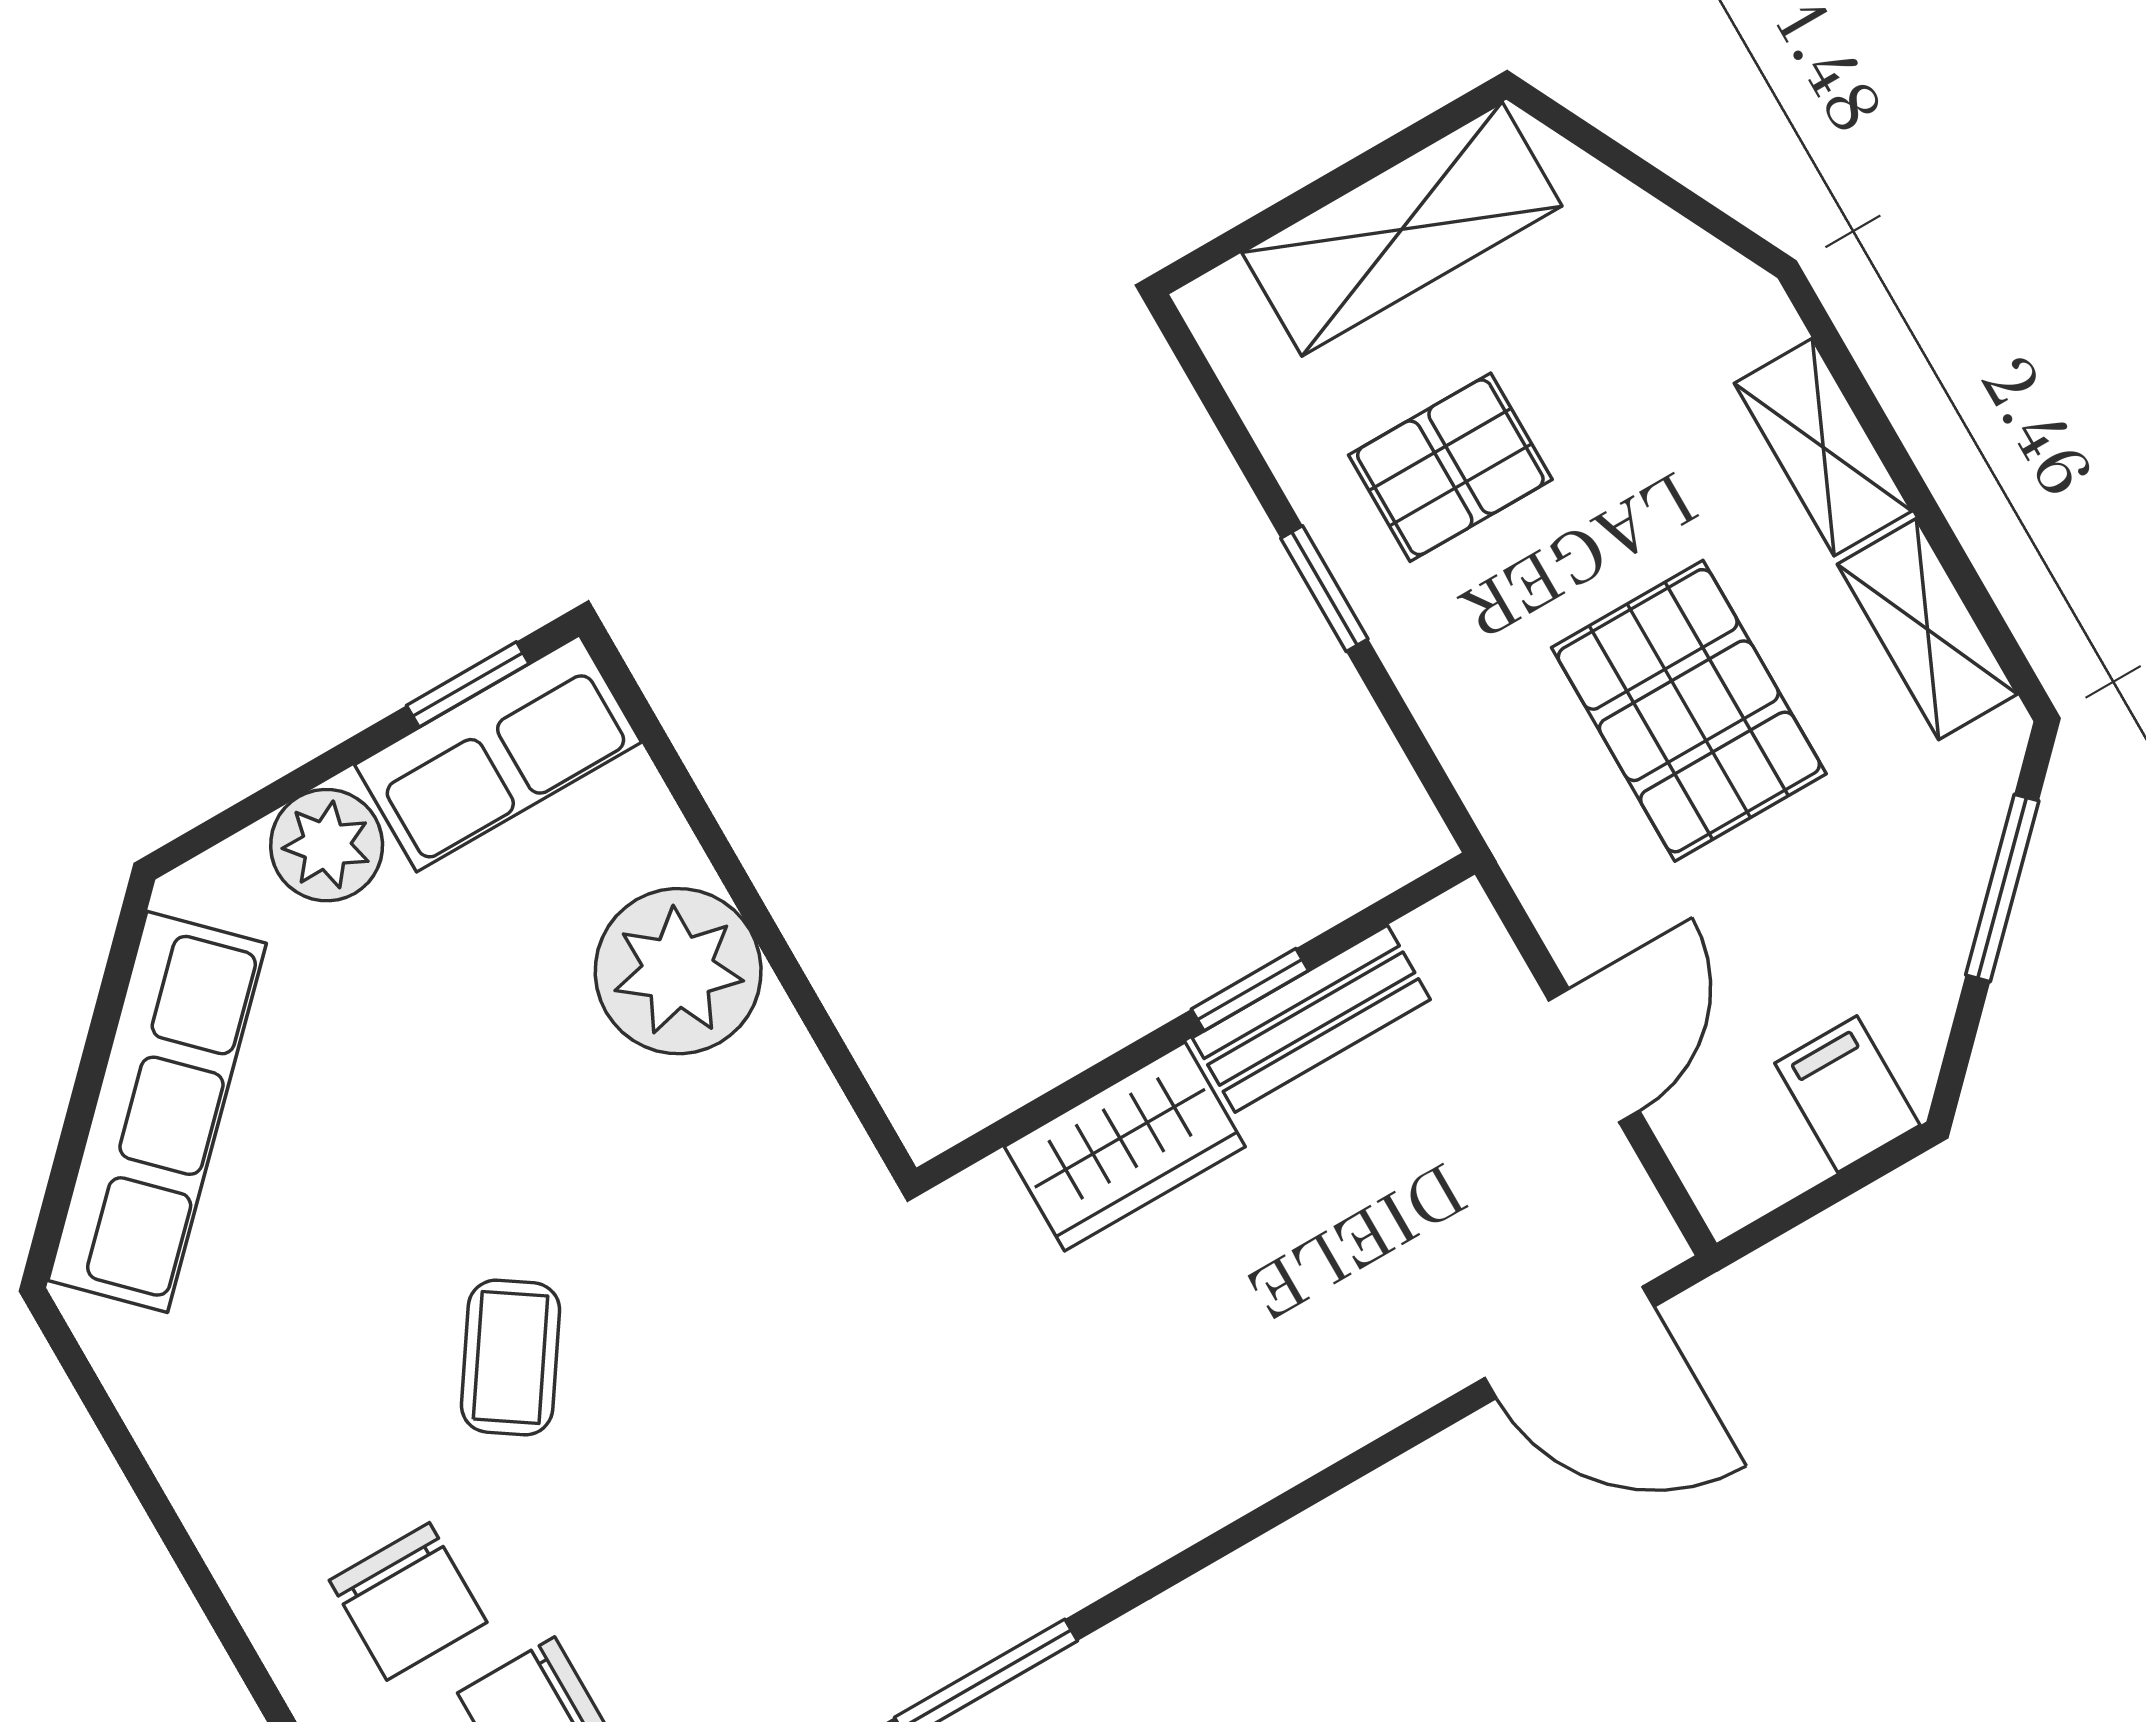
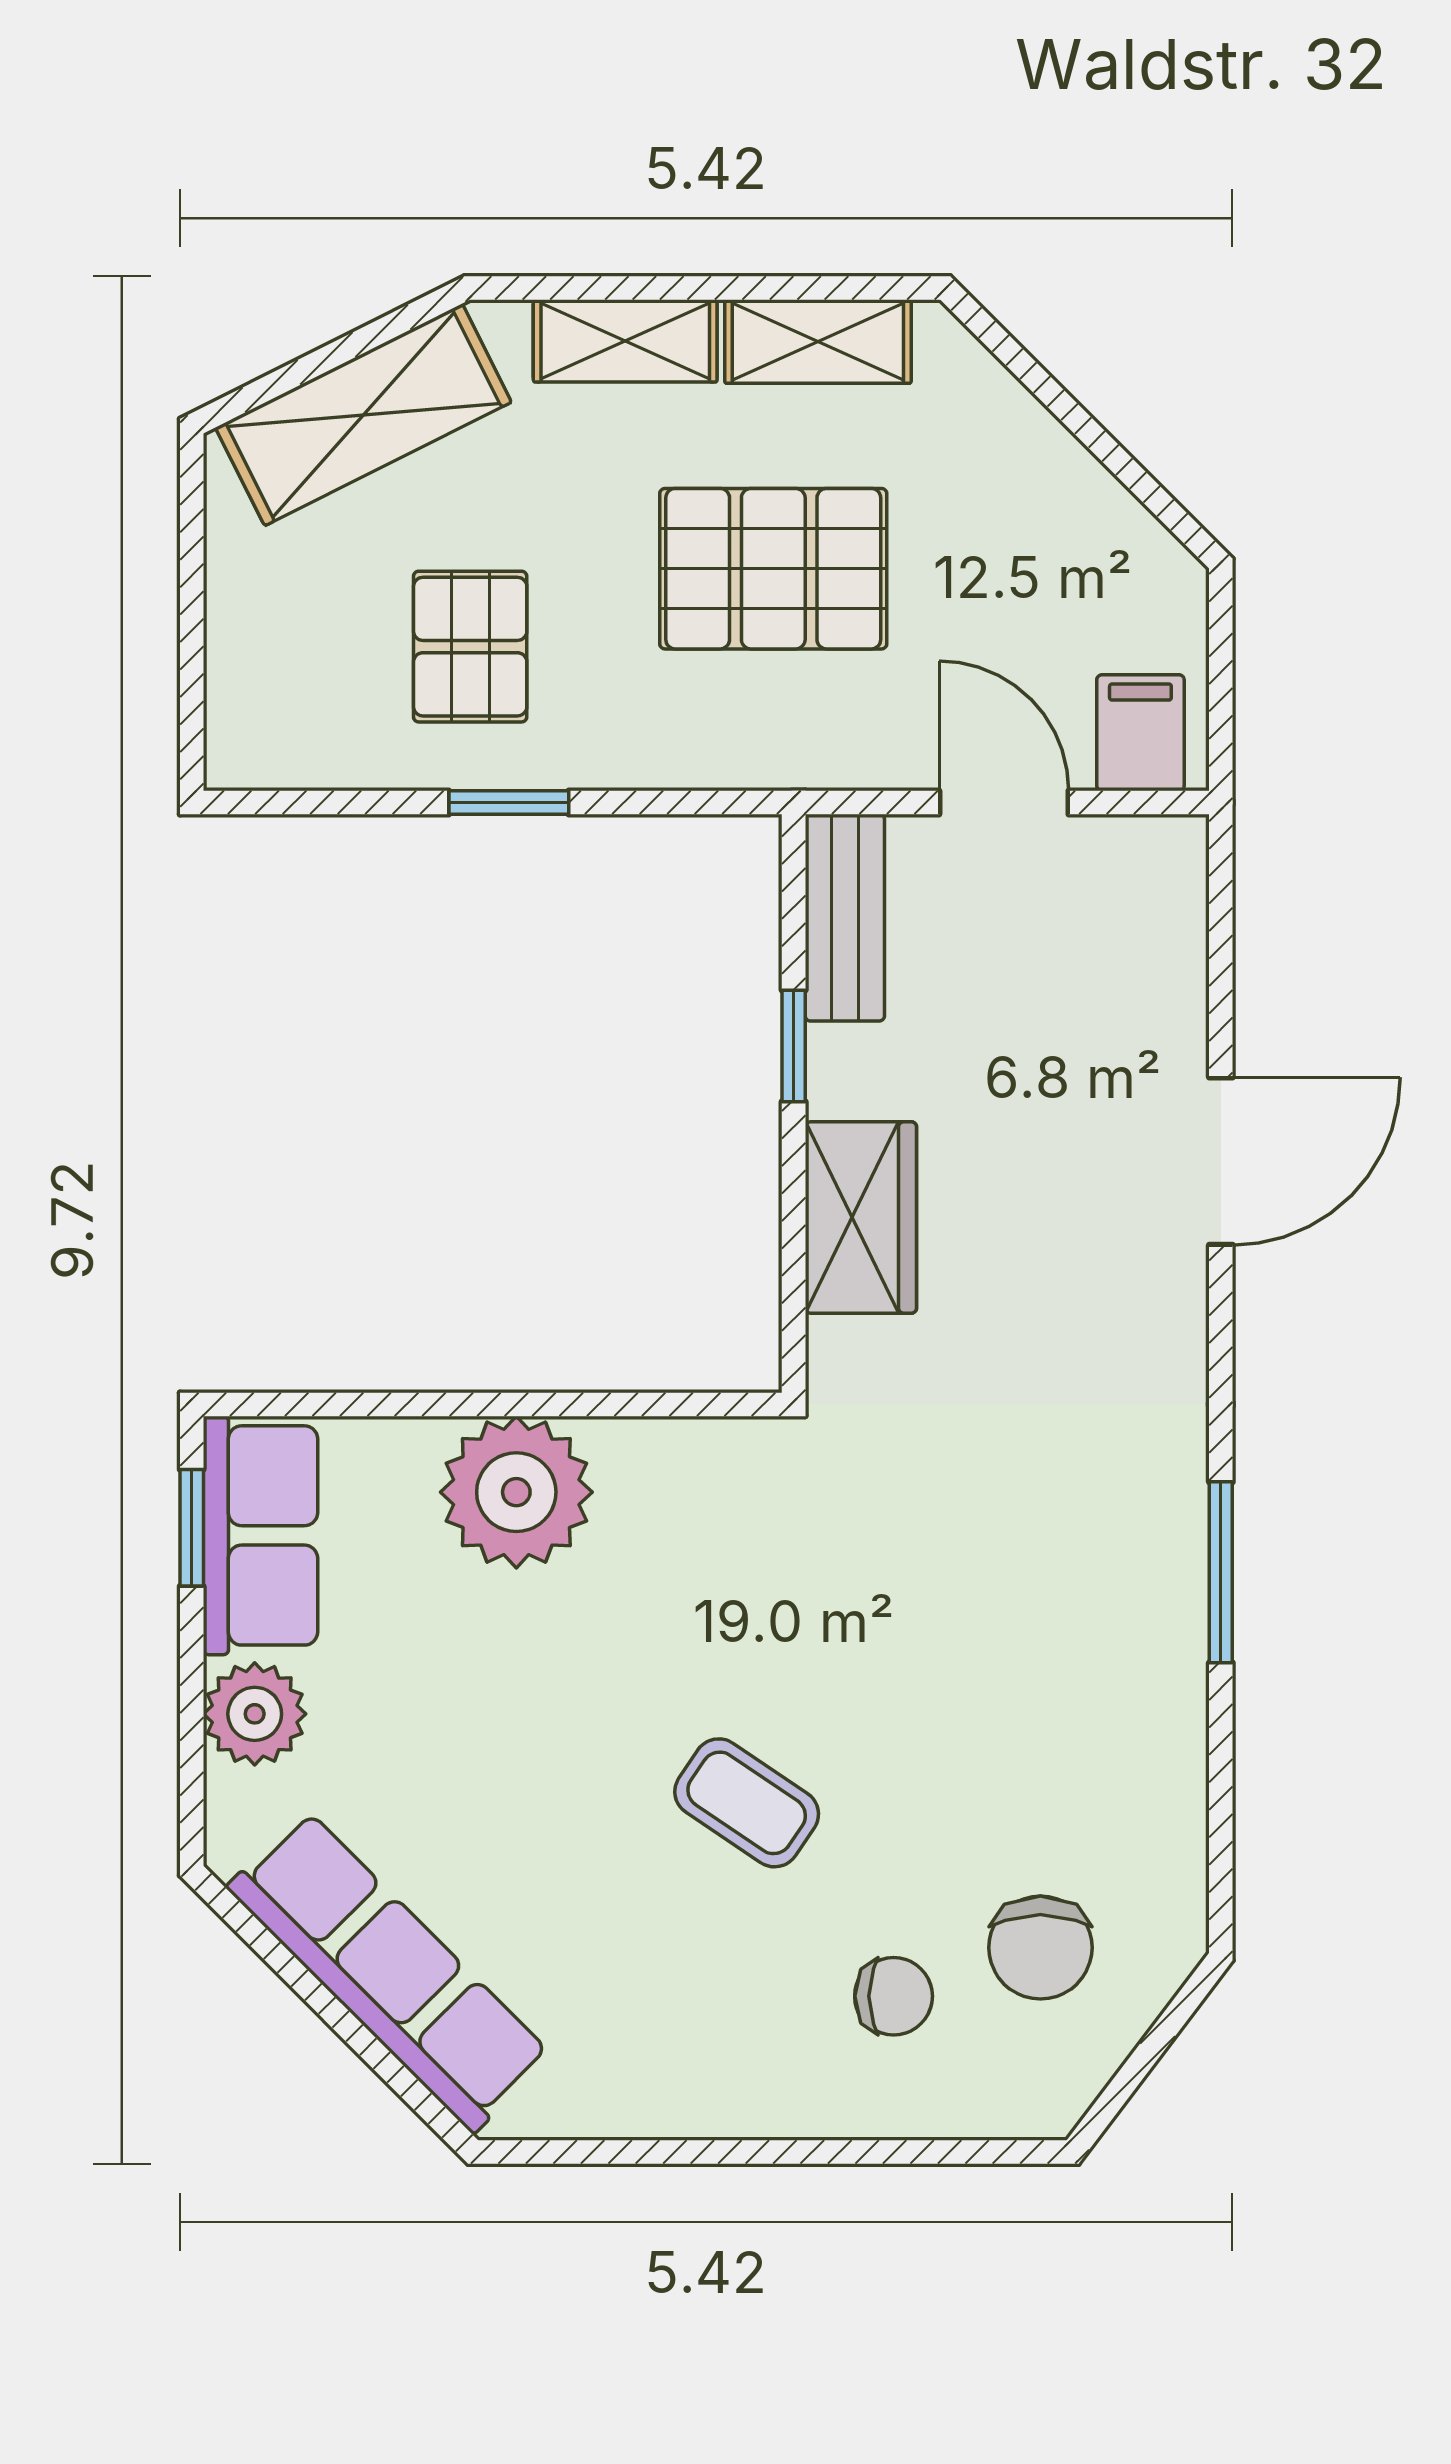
shelving: (1402, 229) -> (363, 415), moved, turned 63
window: (2002, 888) -> (1058, 401), removed
bench: (1311, 1019) -> (845, 918), moved
filing cabinet: (1847, 1094) -> (1140, 733), moved, turned 90
door: (1569, 1342) -> (1221, 1161), moved
chair: (408, 1601) -> (894, 1996), width x0.73, depth x0.73

